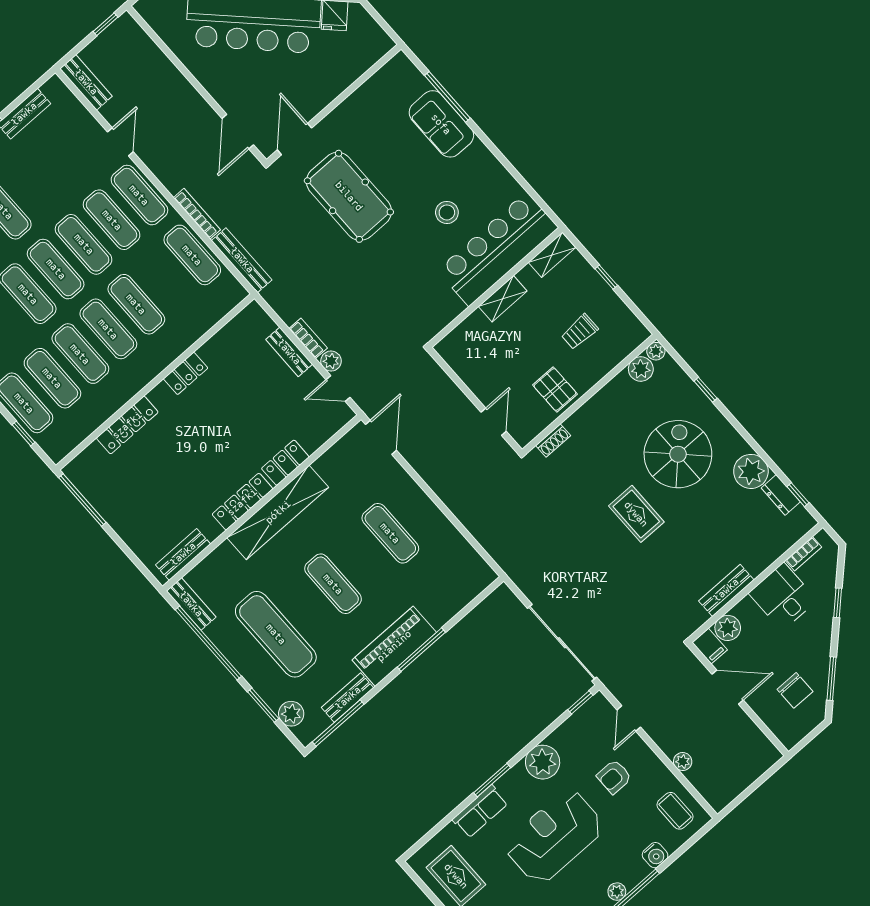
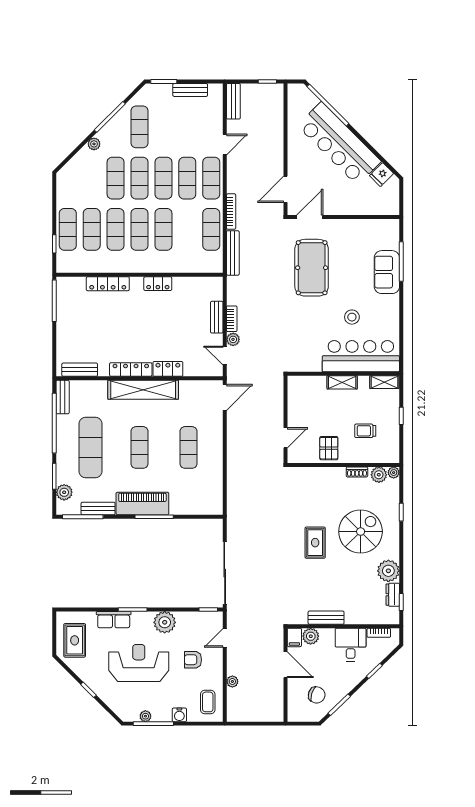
shoe rack: (553, 441) -> (357, 472), moved
chair: (795, 690) -> (317, 695), turned -72

